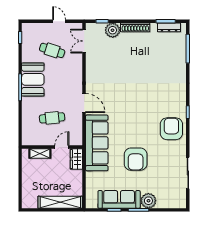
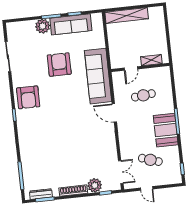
wardrobe: (76, 159) -> (116, 59), removed

